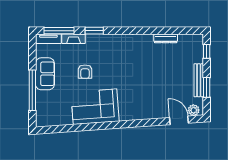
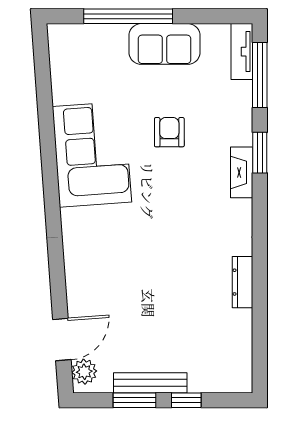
dresser: (166, 38) -> (242, 282), moved
fireplace: (74, 39) -> (242, 172), moved
window: (207, 51) -> (186, 400), moved
armchair: (85, 72) -> (169, 132), turned 90

